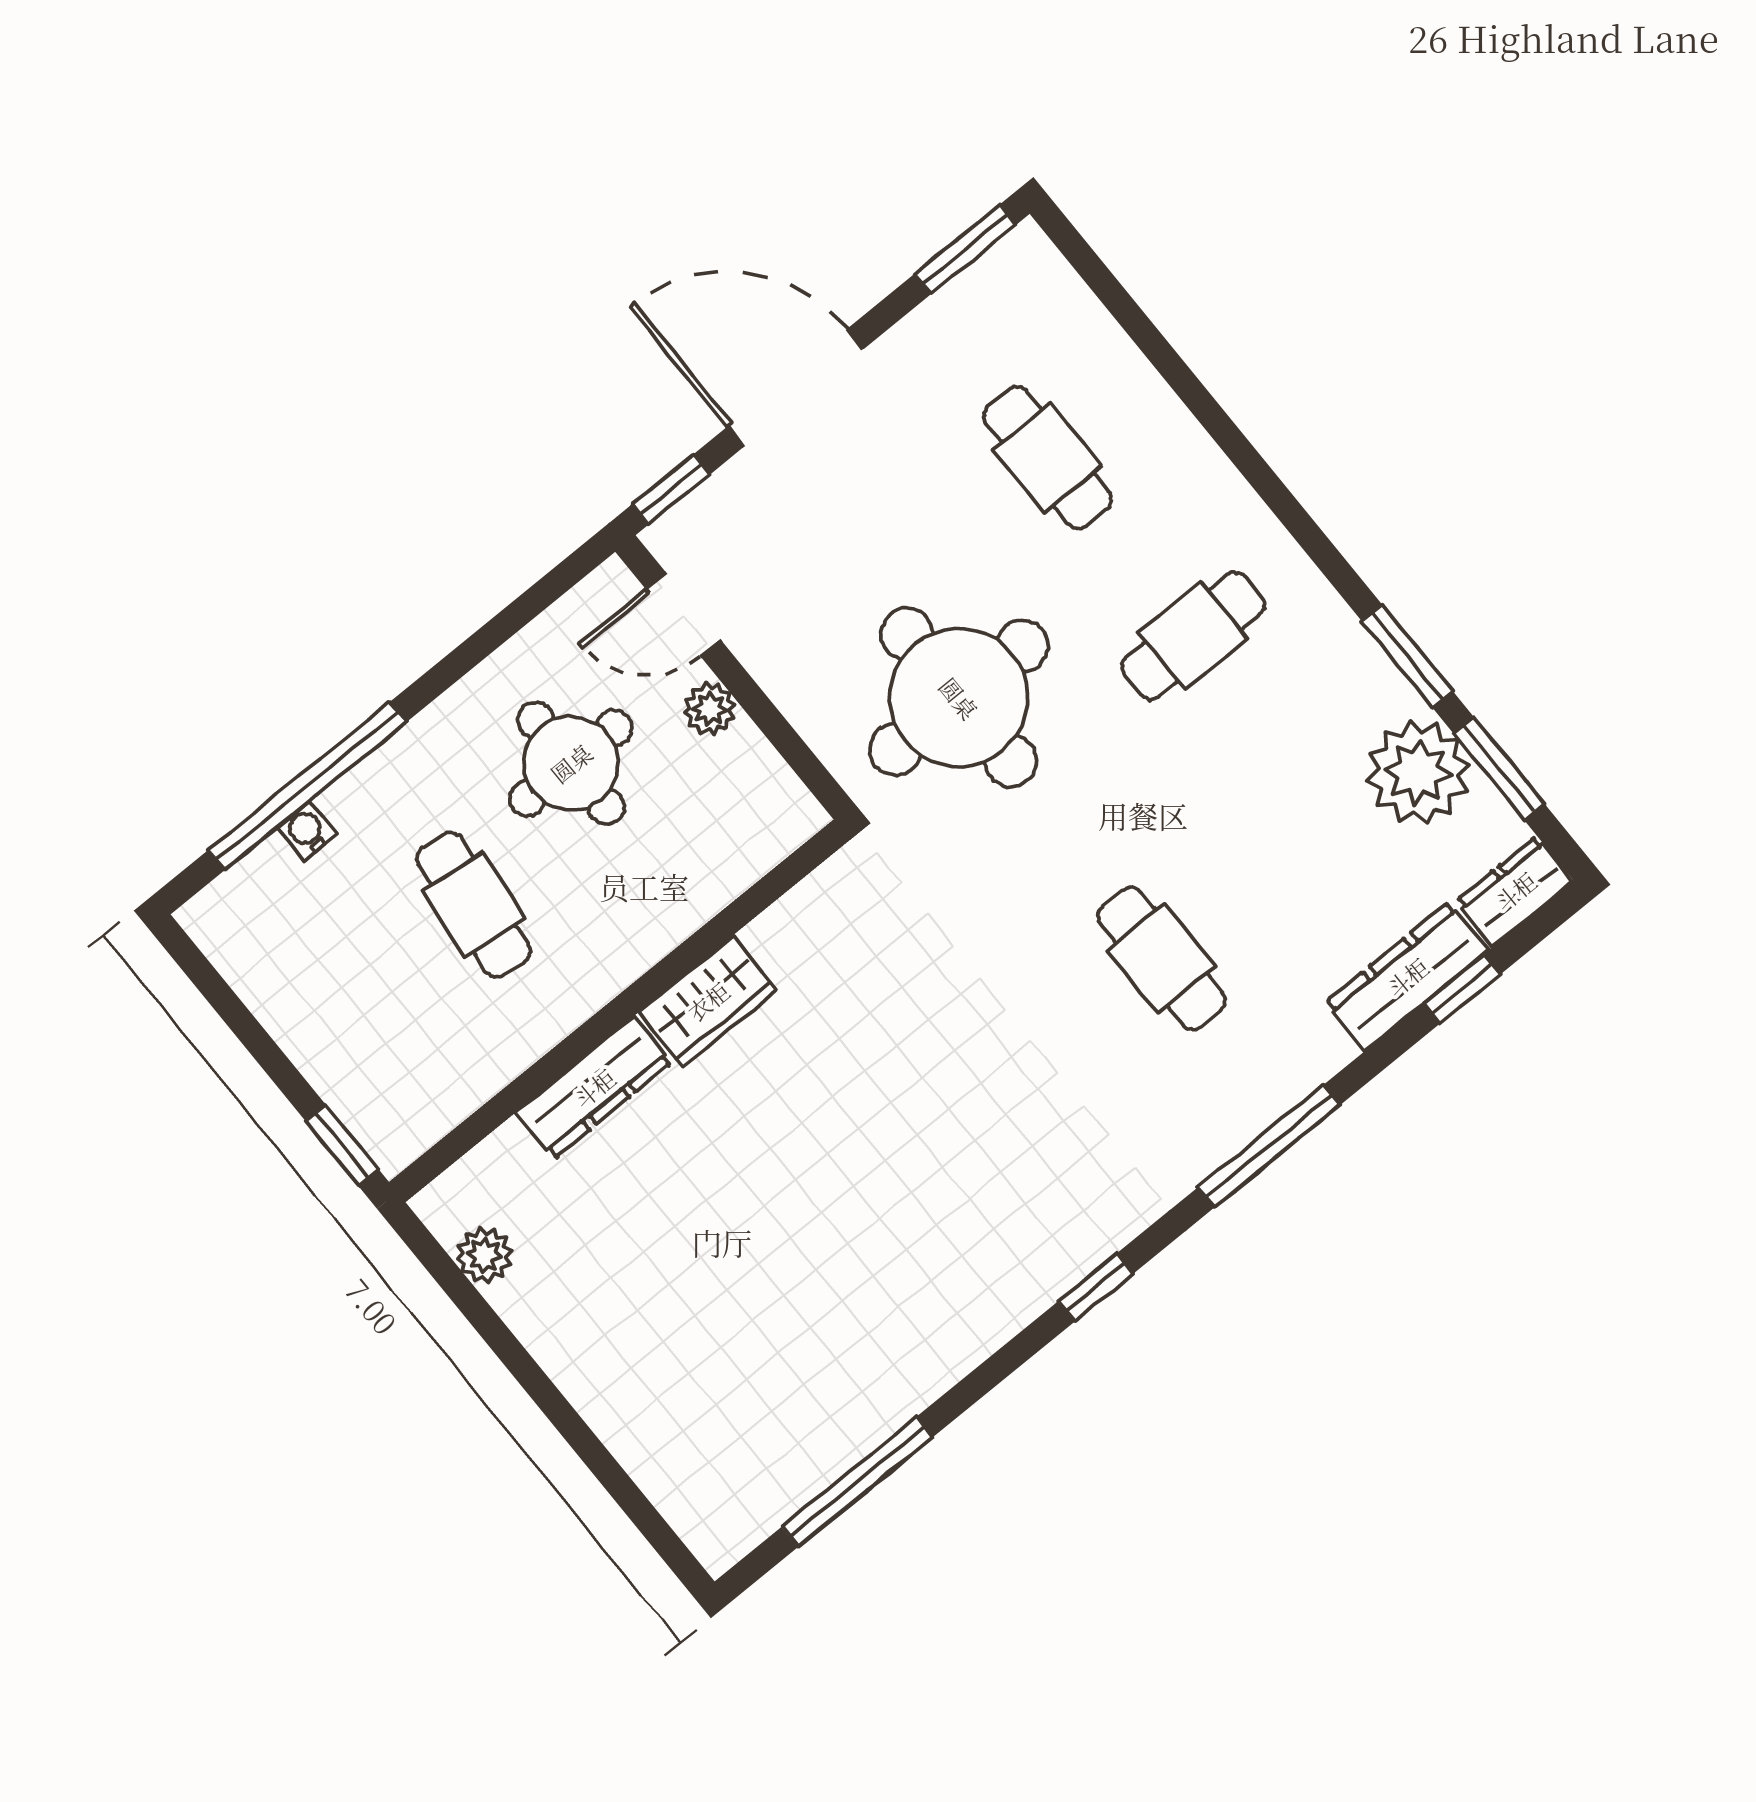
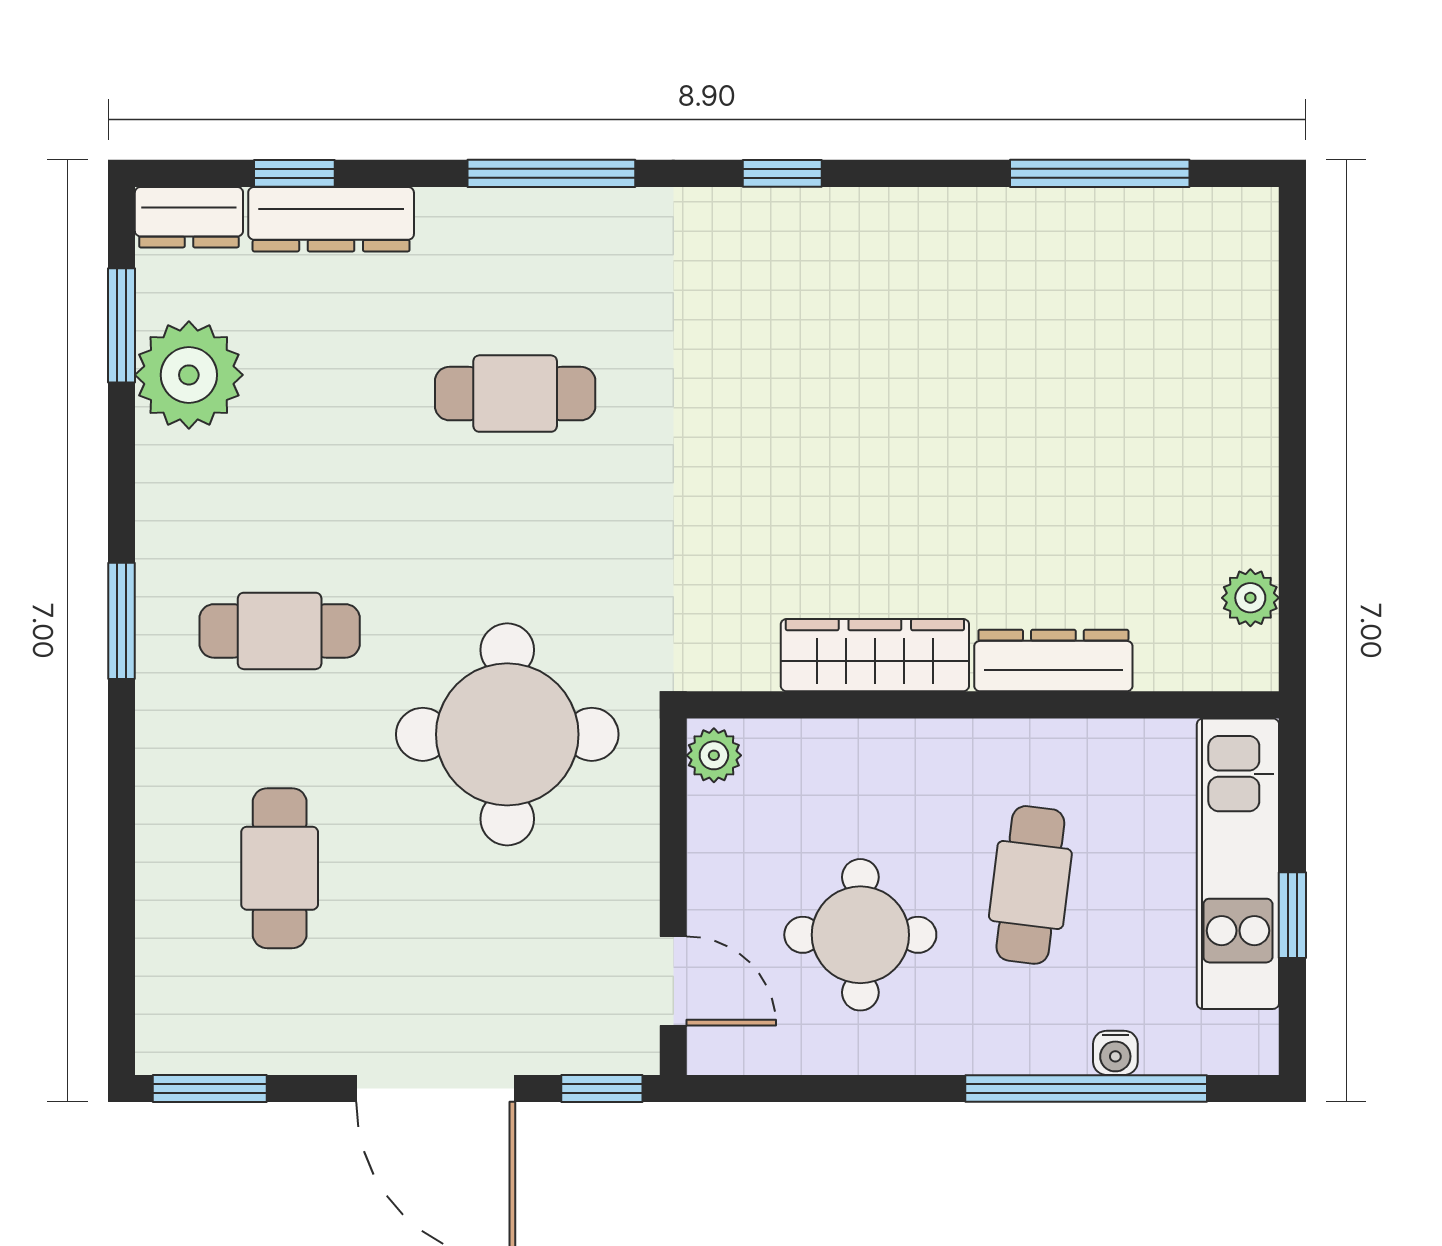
window: (1408, 656) -> (121, 621), moved
plant: (710, 709) -> (714, 755), moved
cafe table: (1162, 958) -> (515, 394), turned 90
wardrobe: (708, 1001) -> (875, 655), width x1.50
kitchen unit: (331, 1048) -> (1238, 864), added
window: (342, 1145) -> (1292, 915), moved

